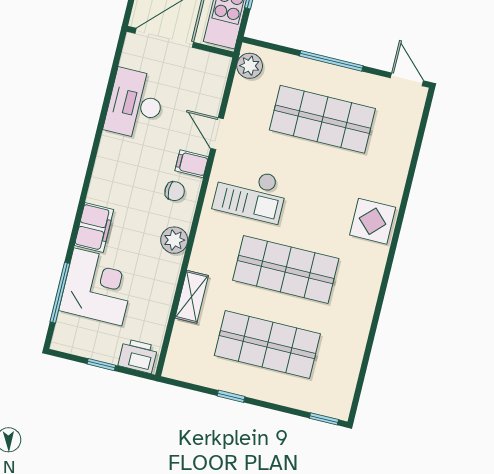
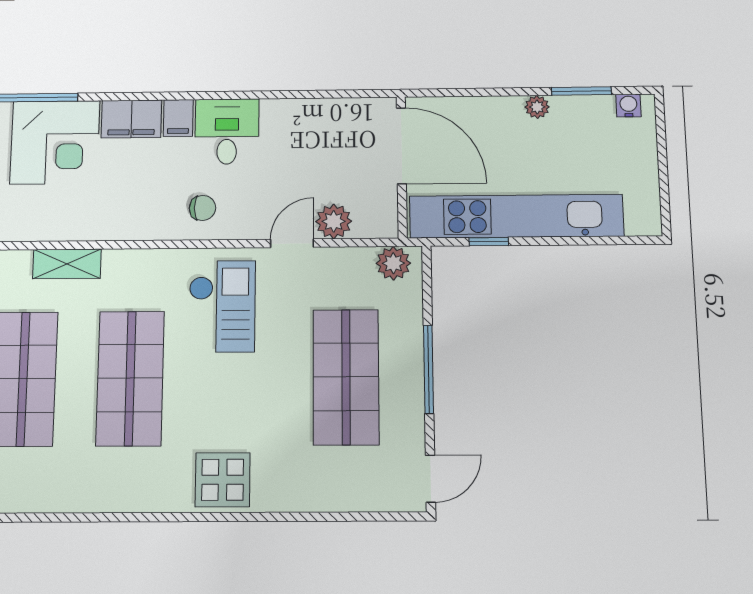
desk: (135, 104) -> (227, 131), moved, width x0.73
filing cabinet: (192, 164) -> (178, 118), moved, turned 180
chair: (175, 191) -> (203, 208), turned -90
checkout: (250, 194) -> (222, 306), turned 180
plant: (174, 240) -> (334, 221), moved

